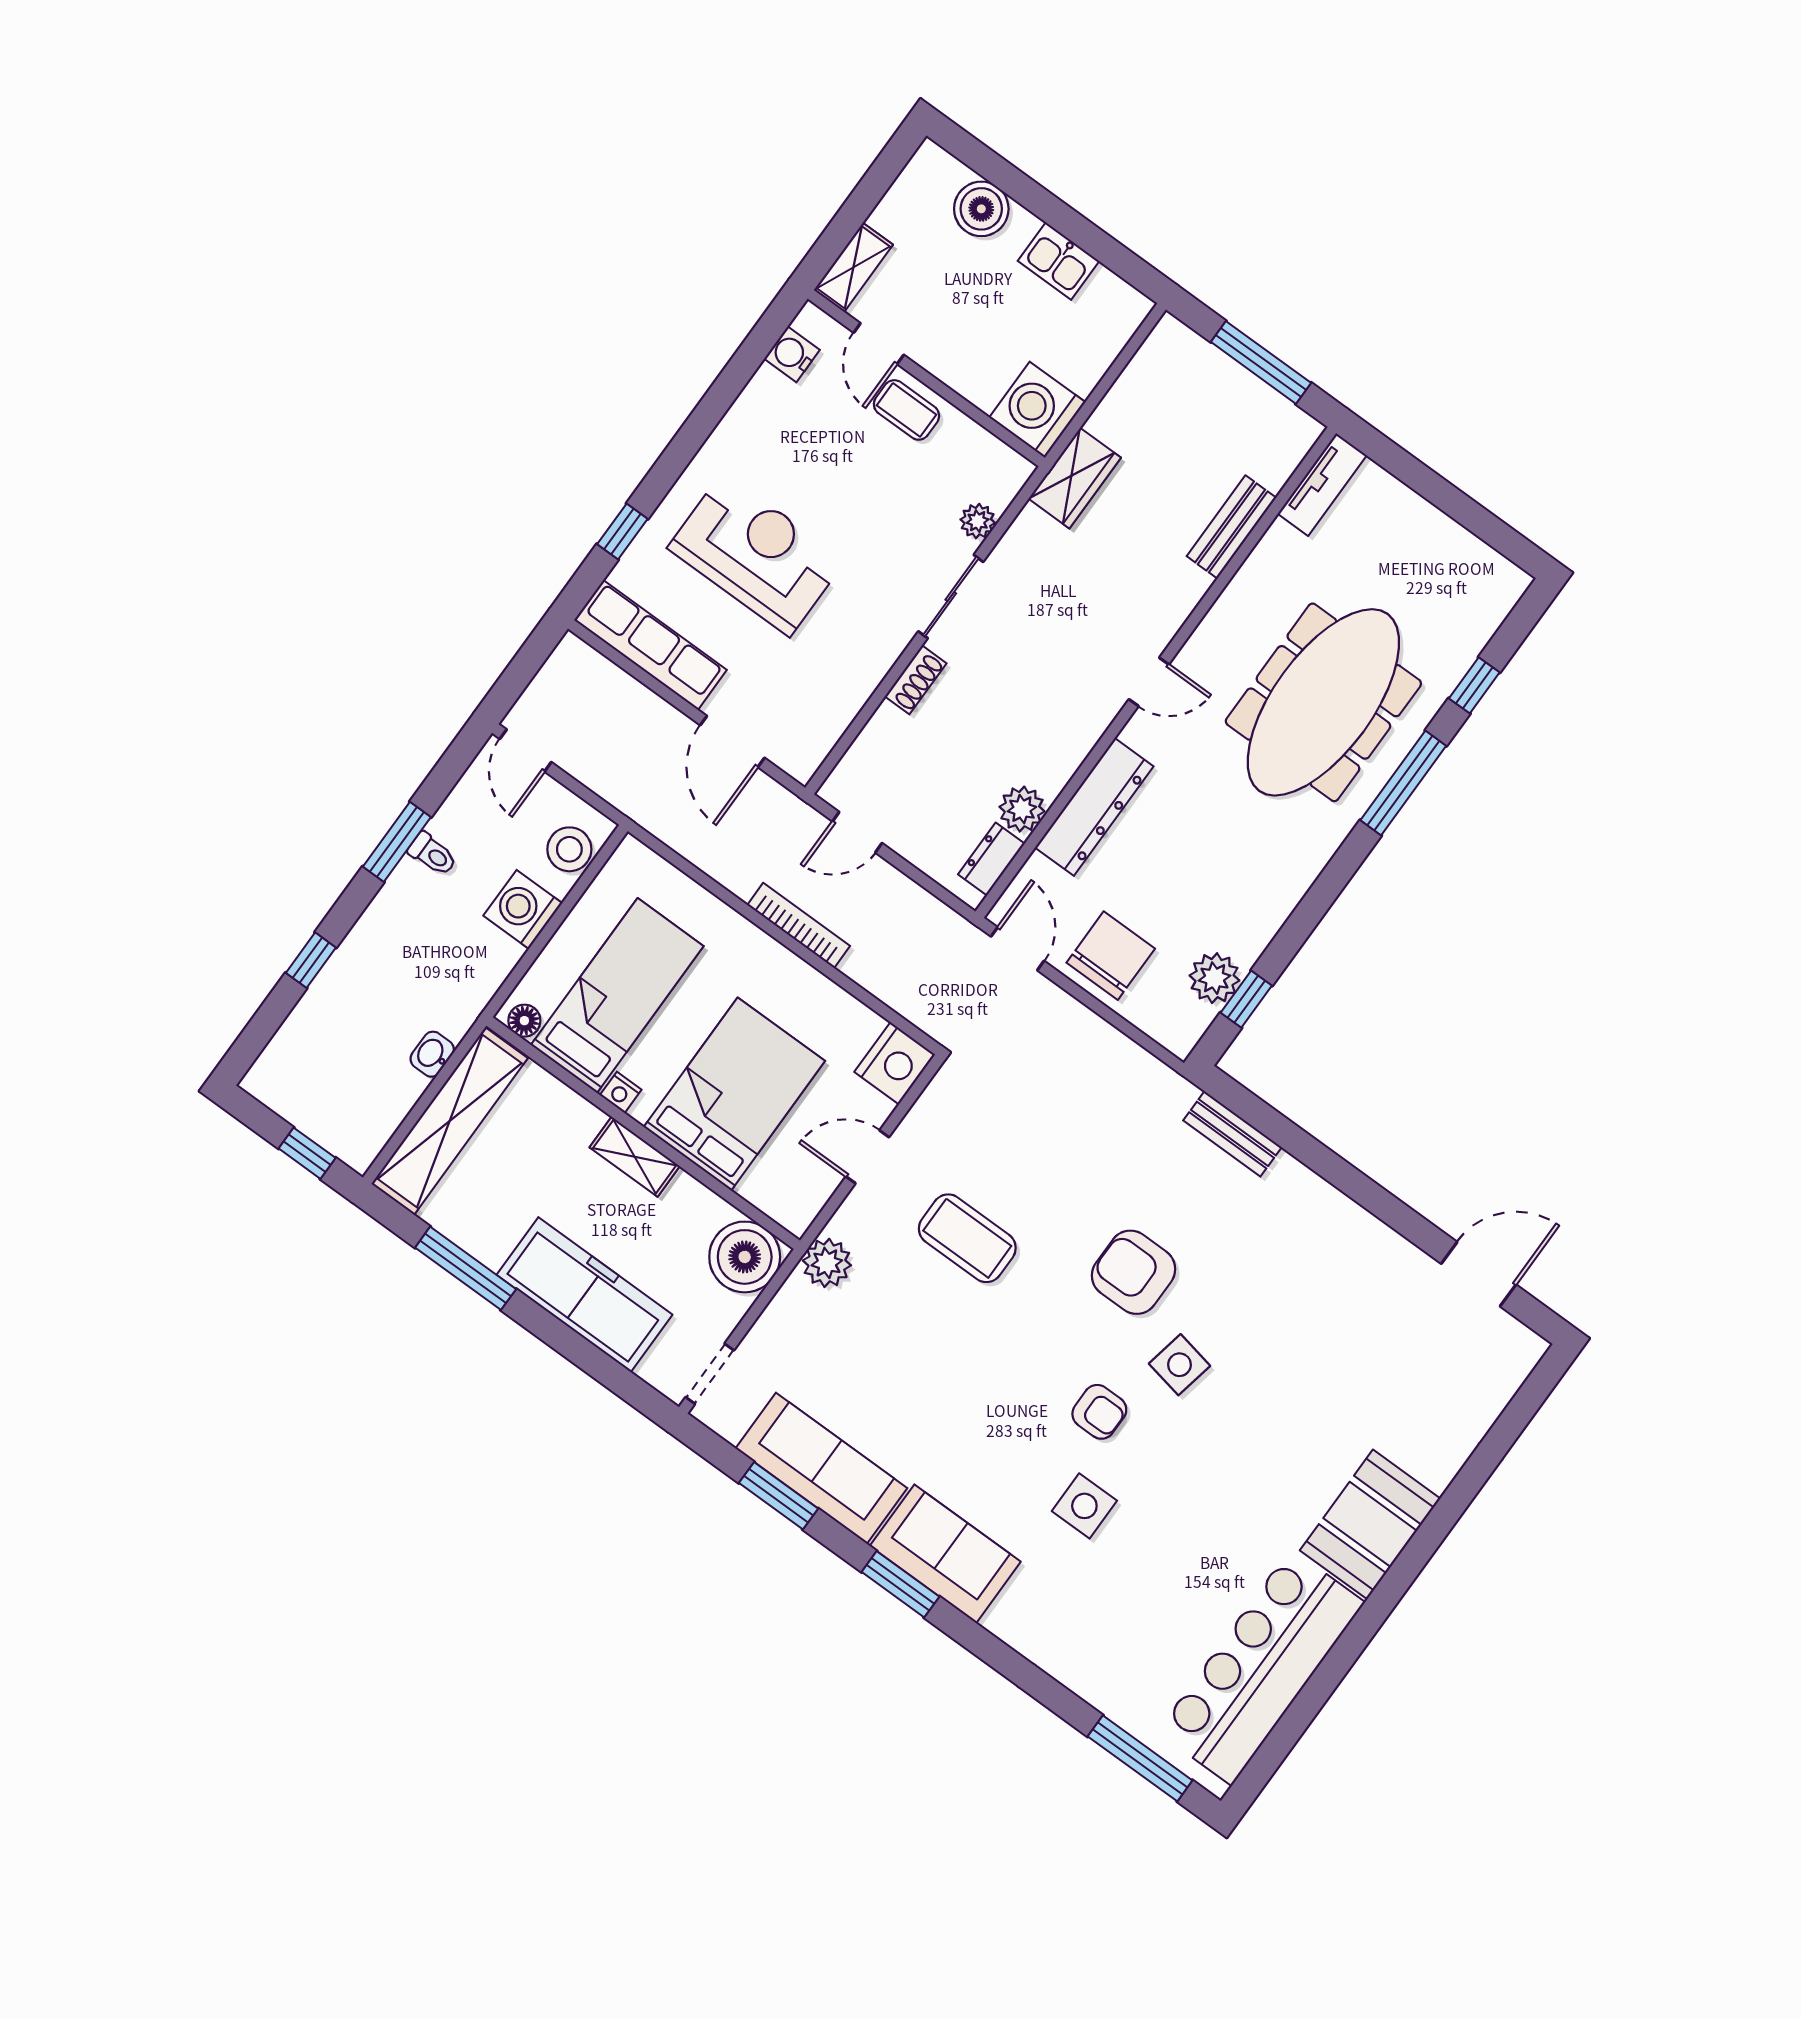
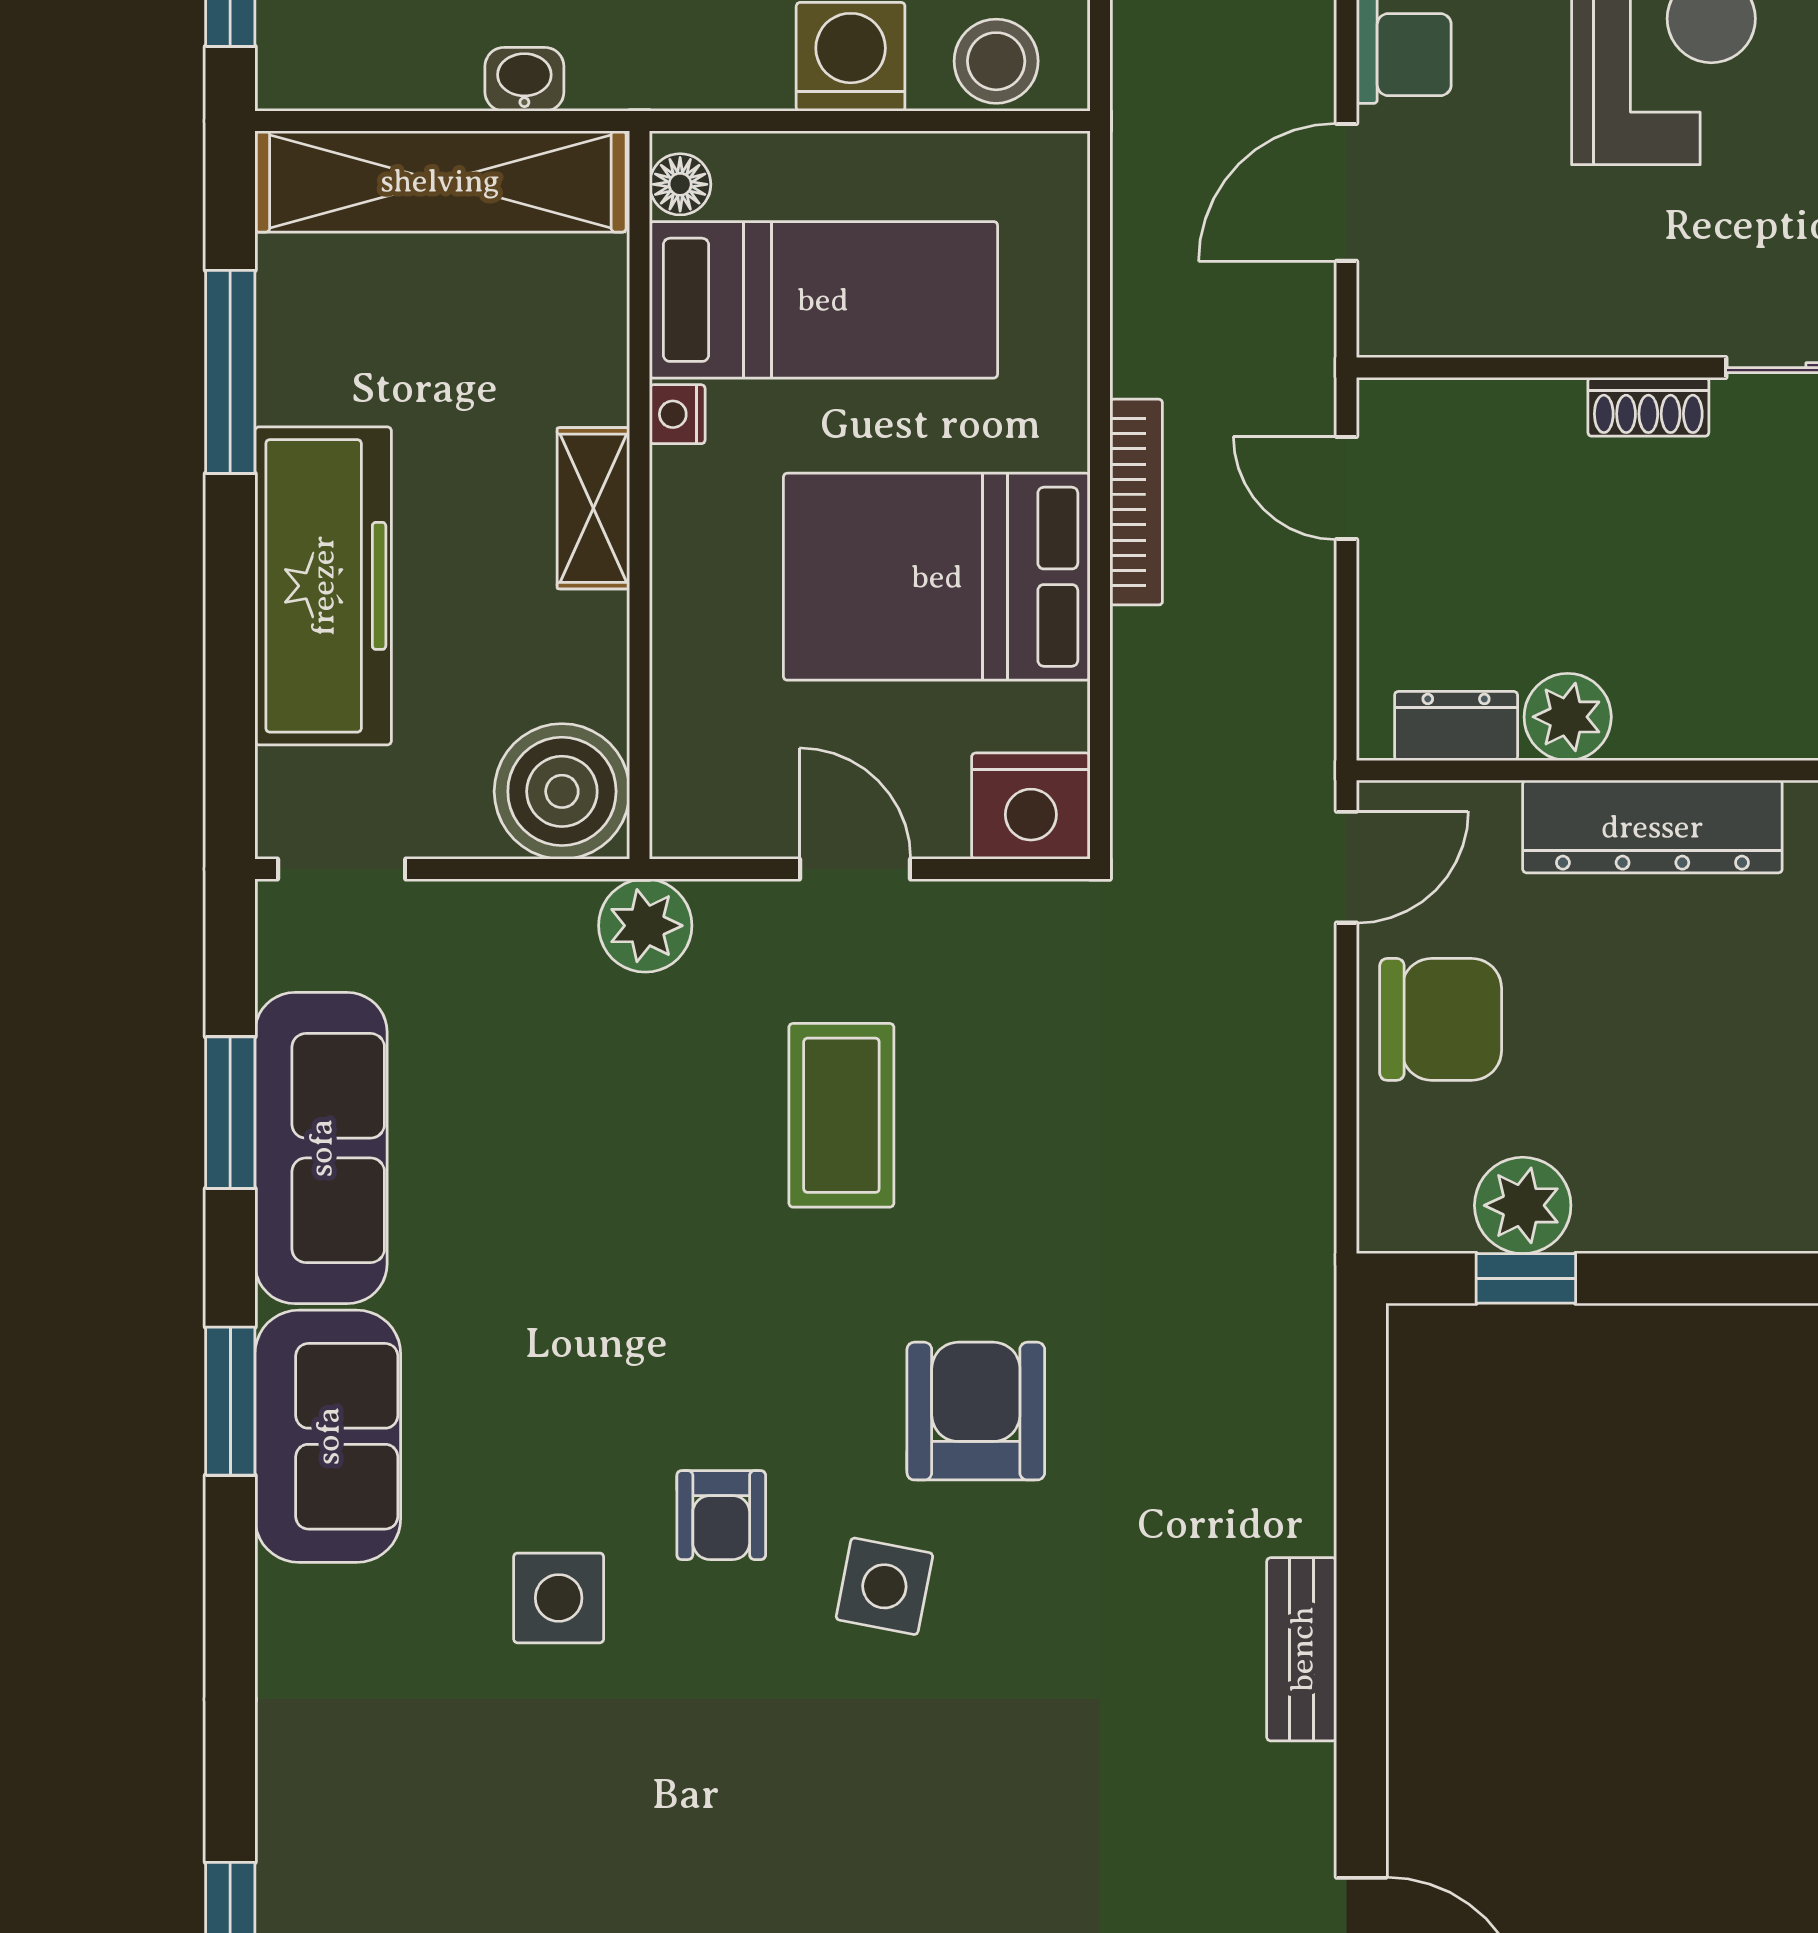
bed: (734, 1094) -> (937, 577), moved, turned 180
bench: (1233, 1134) -> (1302, 1649), moved

